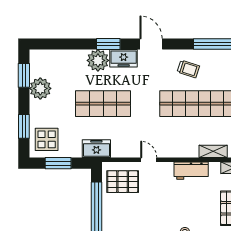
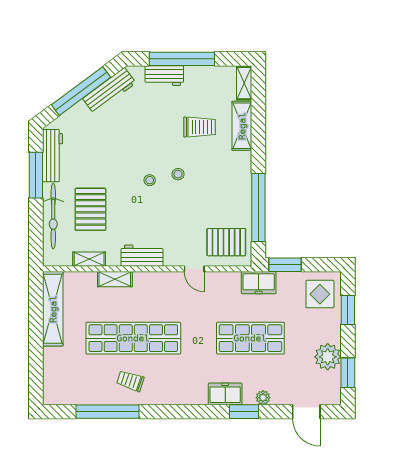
door: (151, 44) -> (306, 412), moved
plant: (98, 60) -> (263, 398), width x0.53, depth x0.53
trolley: (188, 69) -> (130, 381), moved
window: (58, 163) -> (285, 265), moved

